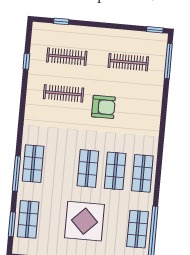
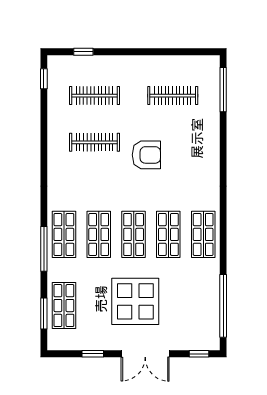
window: (155, 30) -> (203, 52), removed
window: (26, 61) -> (44, 79), moved
shop shelf: (138, 229) -> (99, 234), moved

